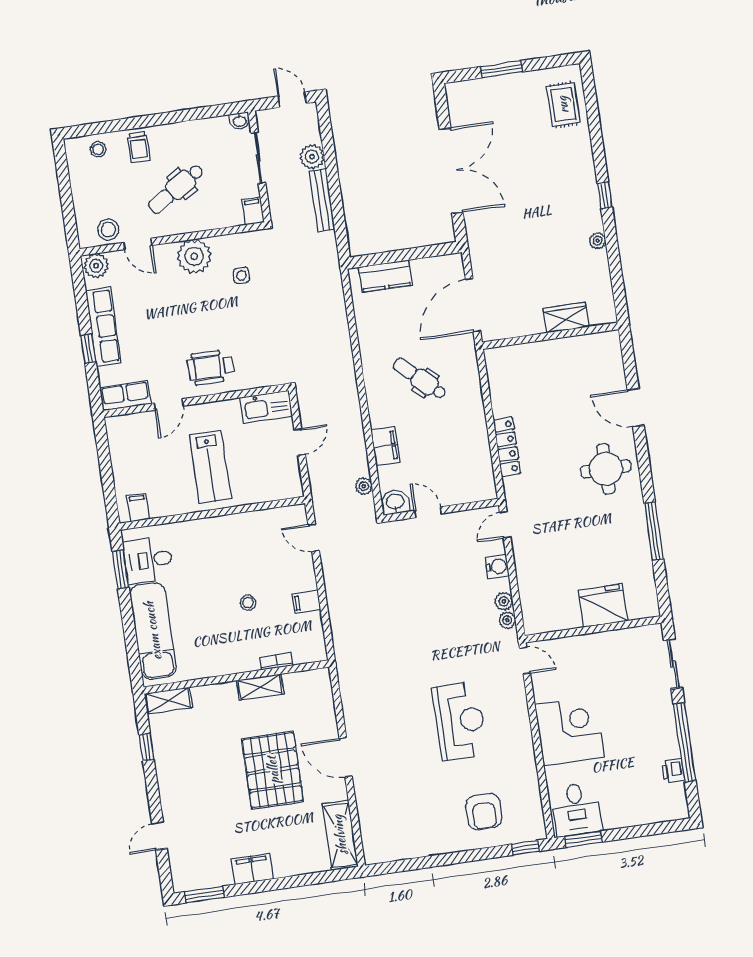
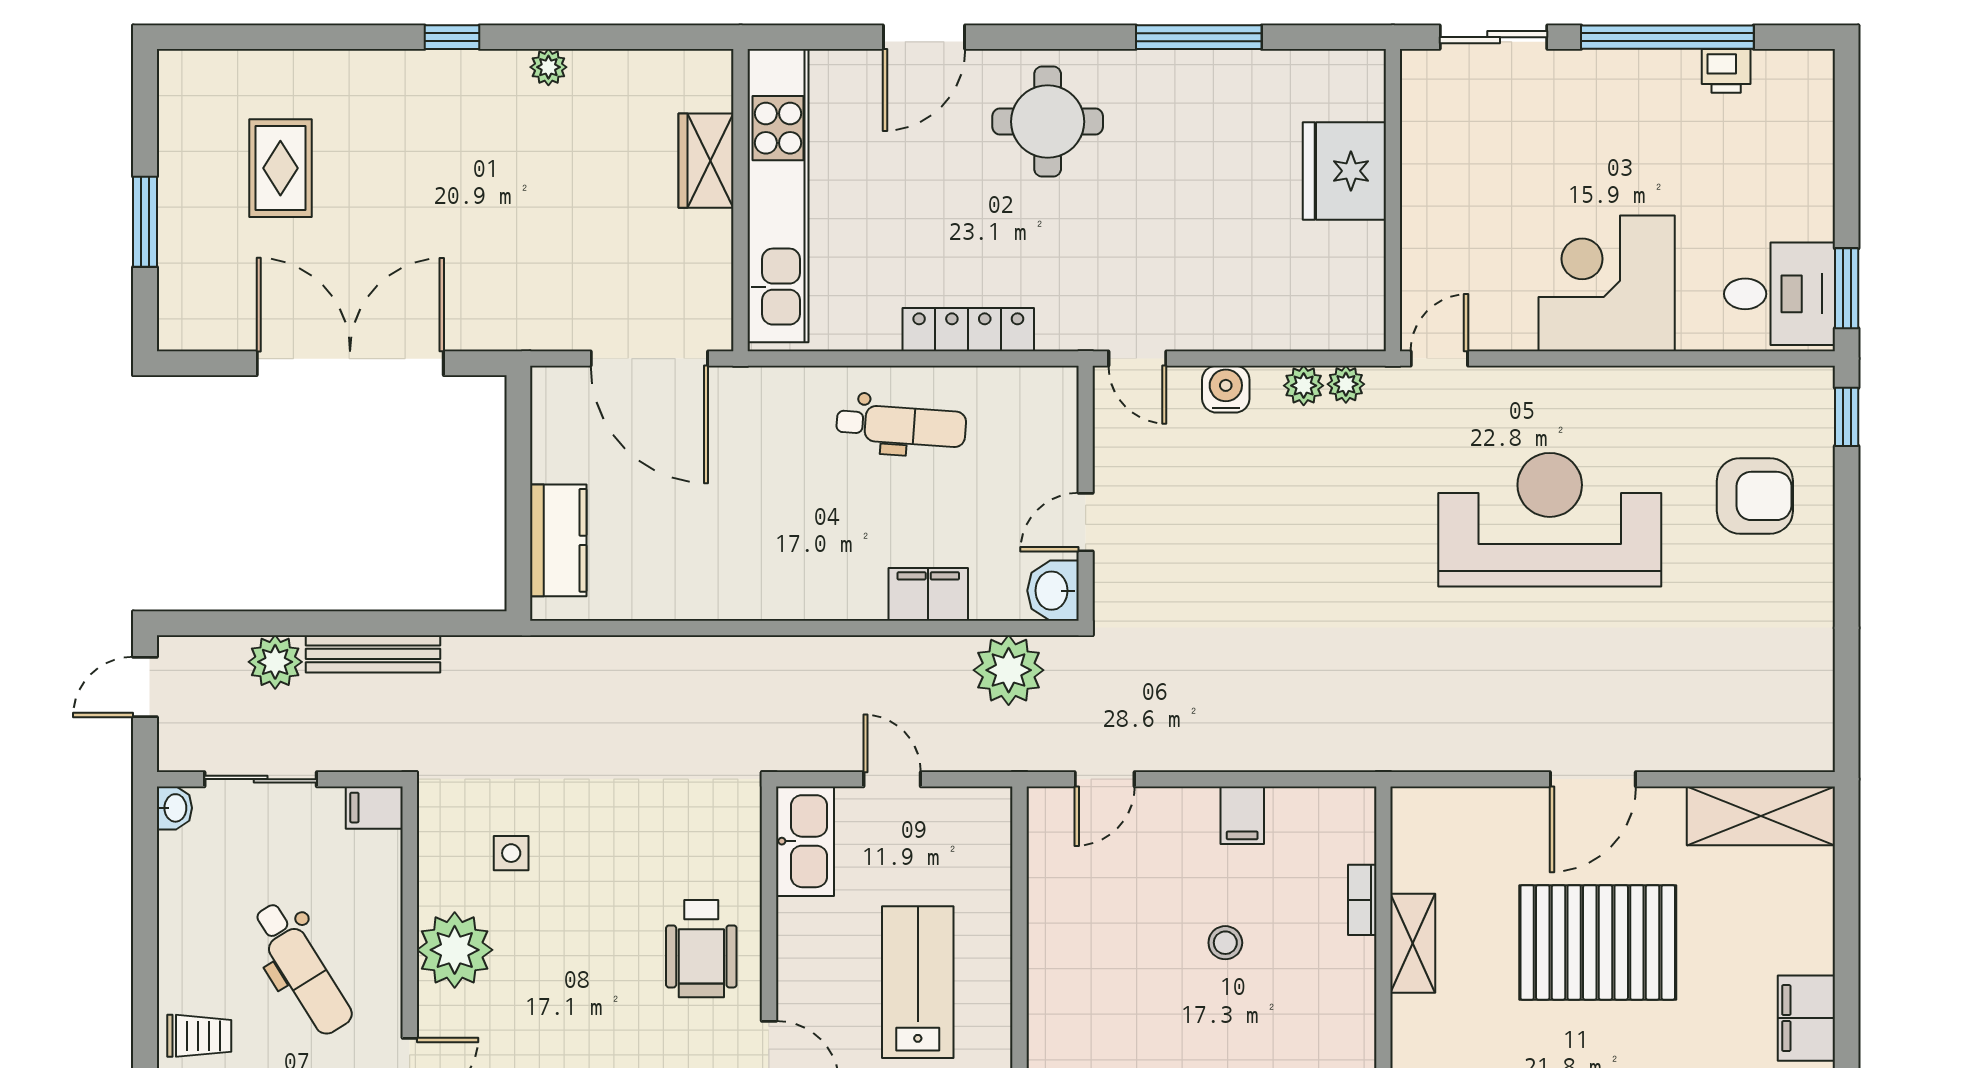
rug: (563, 105) -> (280, 168), moved, turned 90
kitchen unit: (555, 352) -> (778, 196), added
dental chair: (420, 379) -> (901, 426), moved, turned -129
lab bench: (210, 467) -> (918, 982), turned -90
plant: (364, 486) -> (1009, 670), width x1.88, depth x1.88
reception desk: (460, 721) -> (1550, 520), width x1.36, depth x1.30

